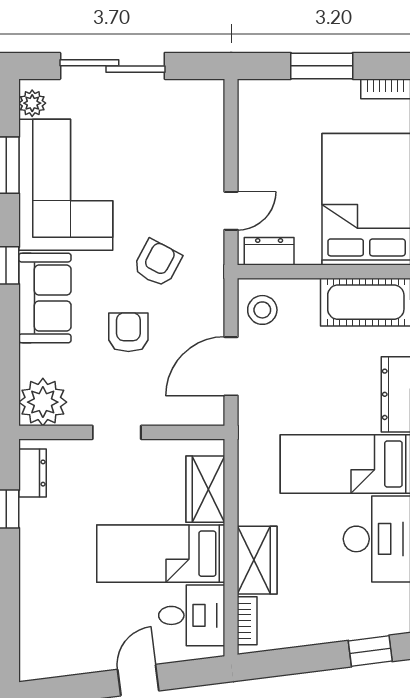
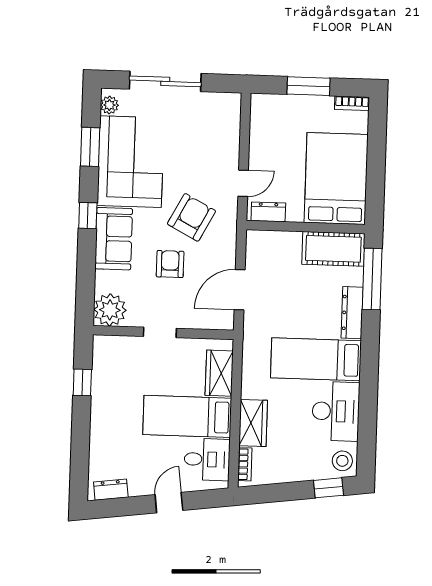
armchair: (157, 263) -> (191, 217), width x1.38, depth x1.38
stool: (262, 310) -> (342, 461), moved
dresser: (32, 473) -> (111, 490), moved, turned -97

